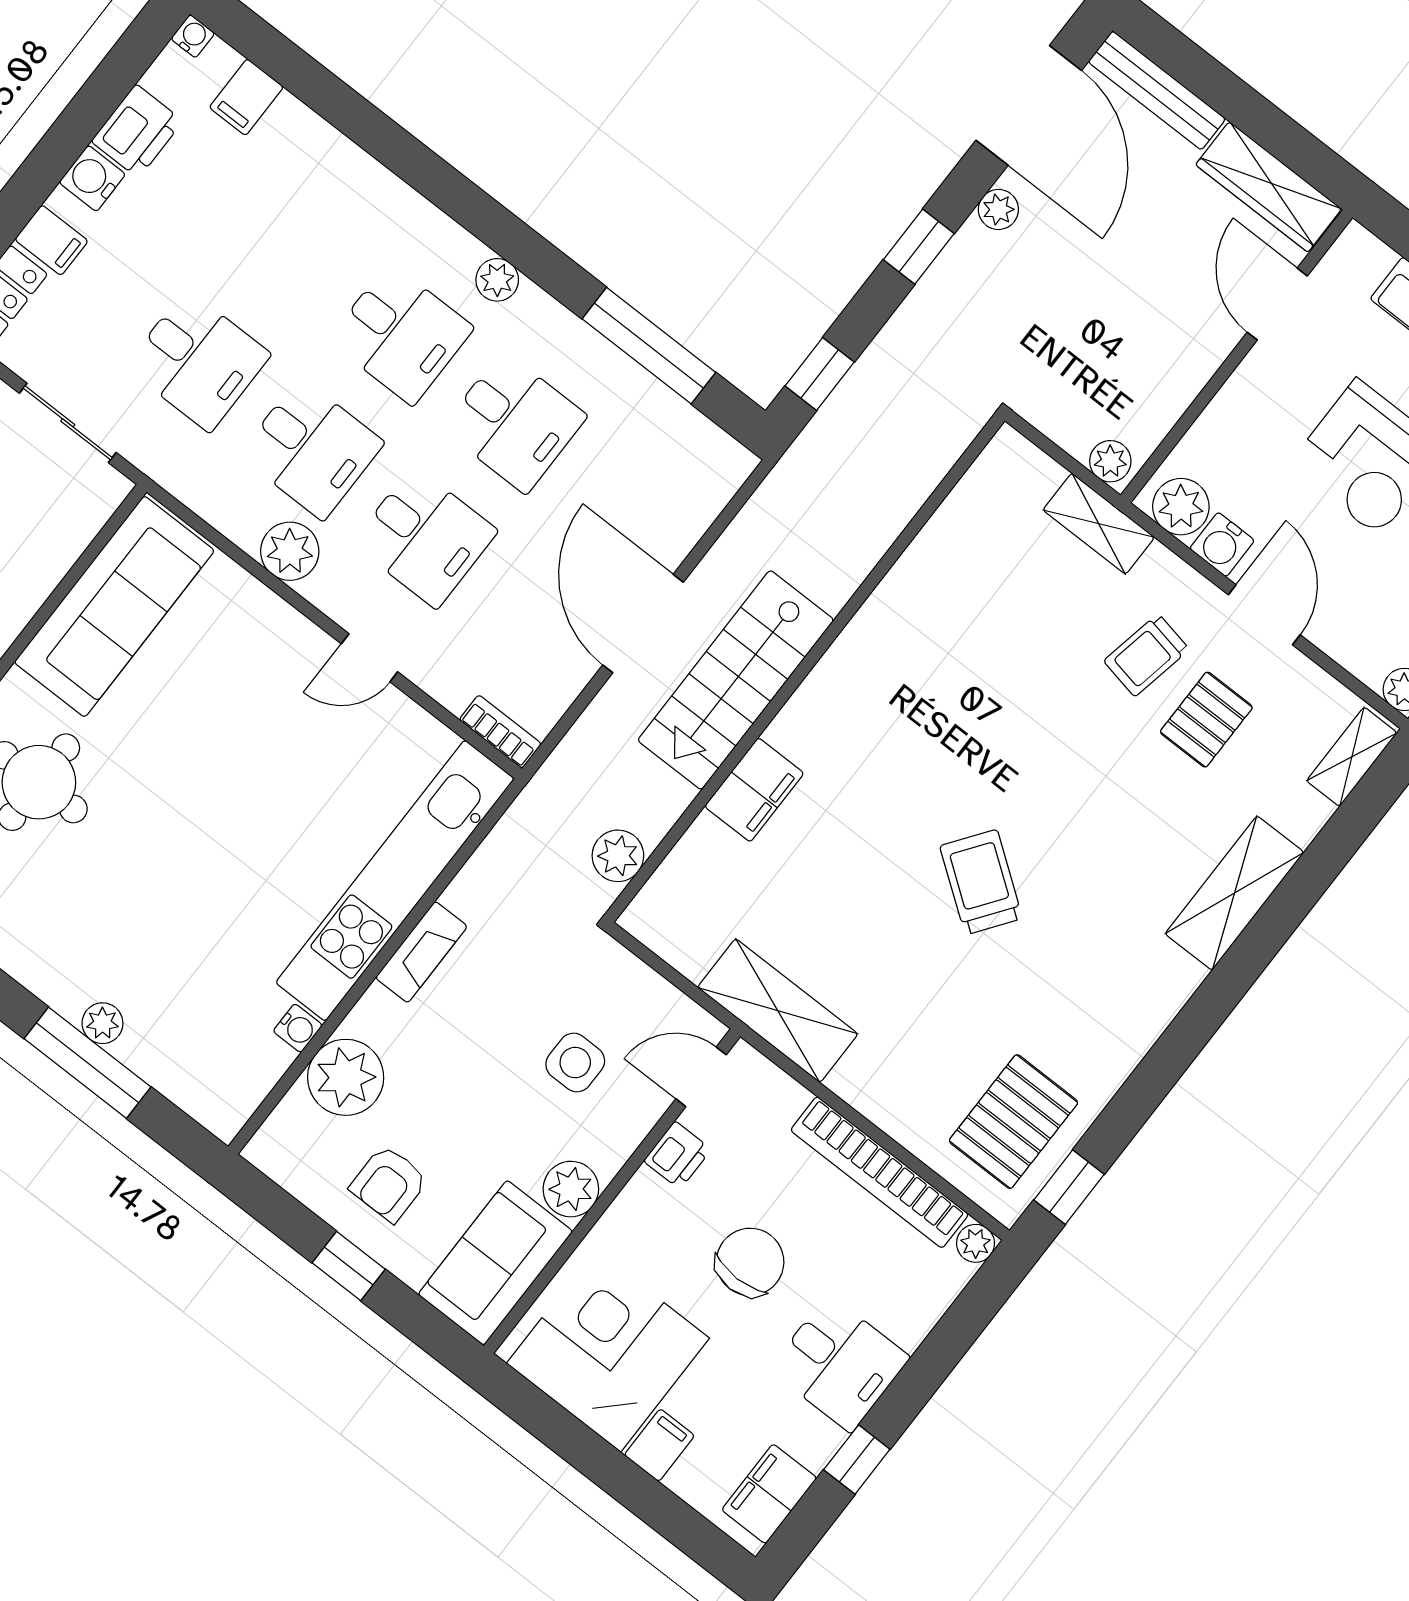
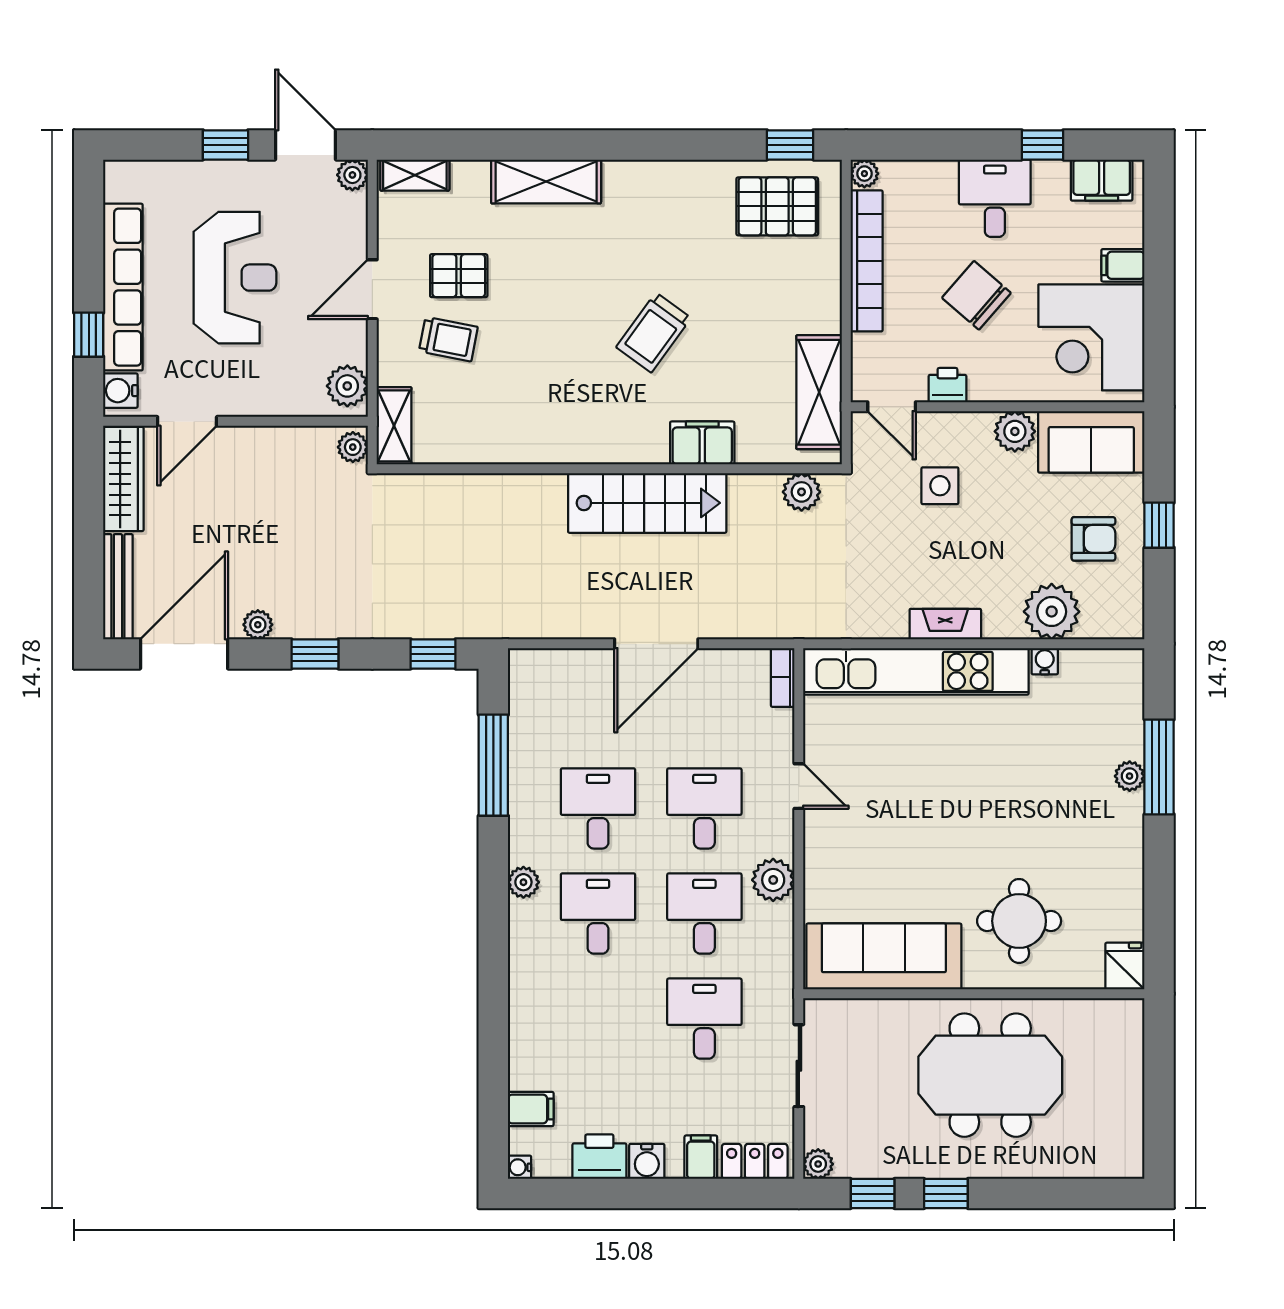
water cooler: (1222, 545) -> (120, 391), moved, turned 180
wall: (805, 668) -> (609, 469), moved
stairs: (736, 680) -> (647, 503), moved
filing cabinet: (754, 790) -> (702, 443), moved
plant: (618, 856) -> (802, 492), moved
chair: (750, 1262) -> (976, 295), turned 41

